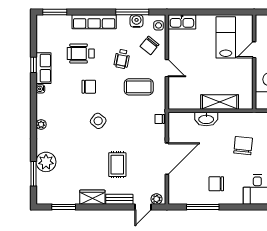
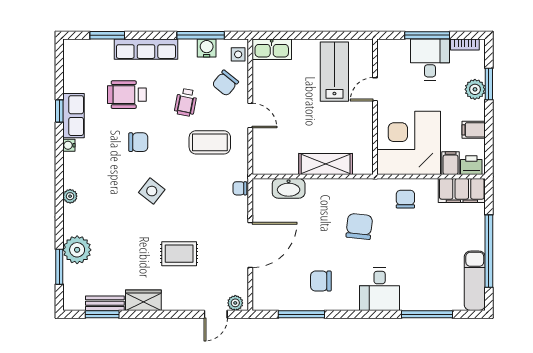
window: (55, 12) -> (107, 35), moved
washbasin: (206, 119) -> (289, 188), moved
rug: (117, 165) -> (179, 254), turned 90
bench: (119, 199) -> (105, 303), moved

